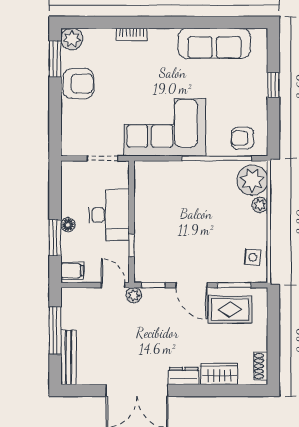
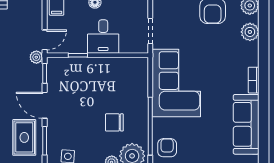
bookcase: (131, 34) -> (254, 80), moved
plant: (104, 39) -> (250, 32), added
chair: (212, 201) -> (114, 122), added
desk: (109, 215) -> (103, 37), width x0.73
door: (192, 285) -> (45, 105), hinge flipped

